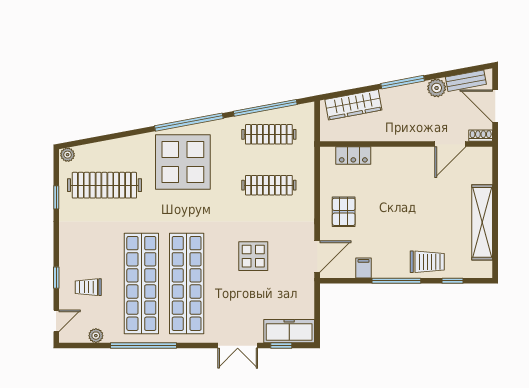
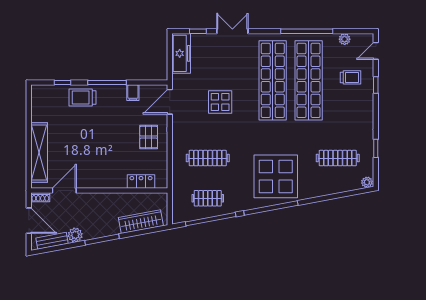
clothes rail: (269, 134) -> (208, 198), width x0.73
clothes rail: (104, 185) -> (338, 158), width x0.73, depth x0.76
shelving: (482, 222) -> (39, 152), moved
freezer: (289, 331) -> (181, 53), moved, turned -90

